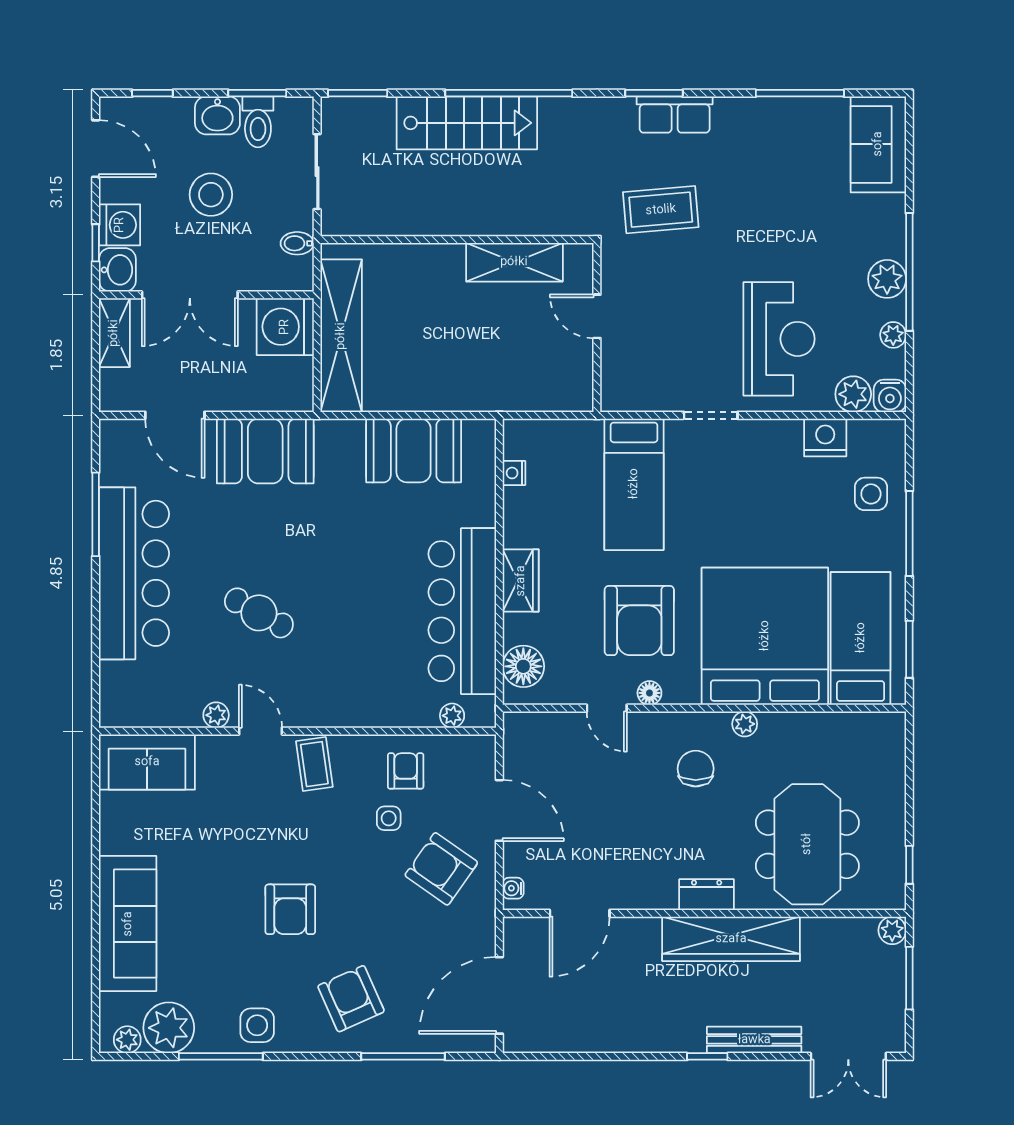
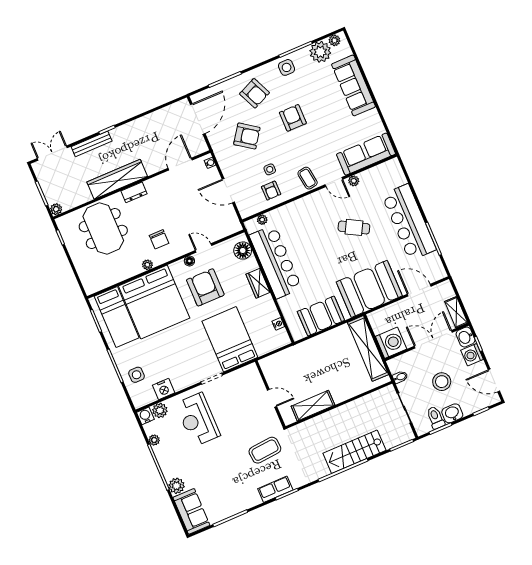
plant: (887, 279) -> (177, 486), moved
booth: (265, 451) -> (369, 289), width x1.36, depth x1.42
bed: (634, 484) -> (230, 339), width x1.50
sofa: (147, 762) -> (366, 154), width x1.36
armchair: (441, 869) -> (247, 136), moved

